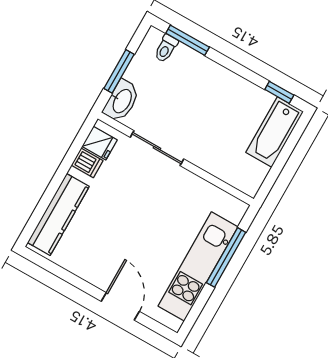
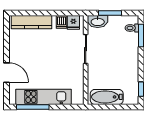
bathtub: (275, 132) -> (107, 97), moved
window: (226, 257) -> (33, 107), moved
door: (120, 306) -> (6, 73), hinge flipped

